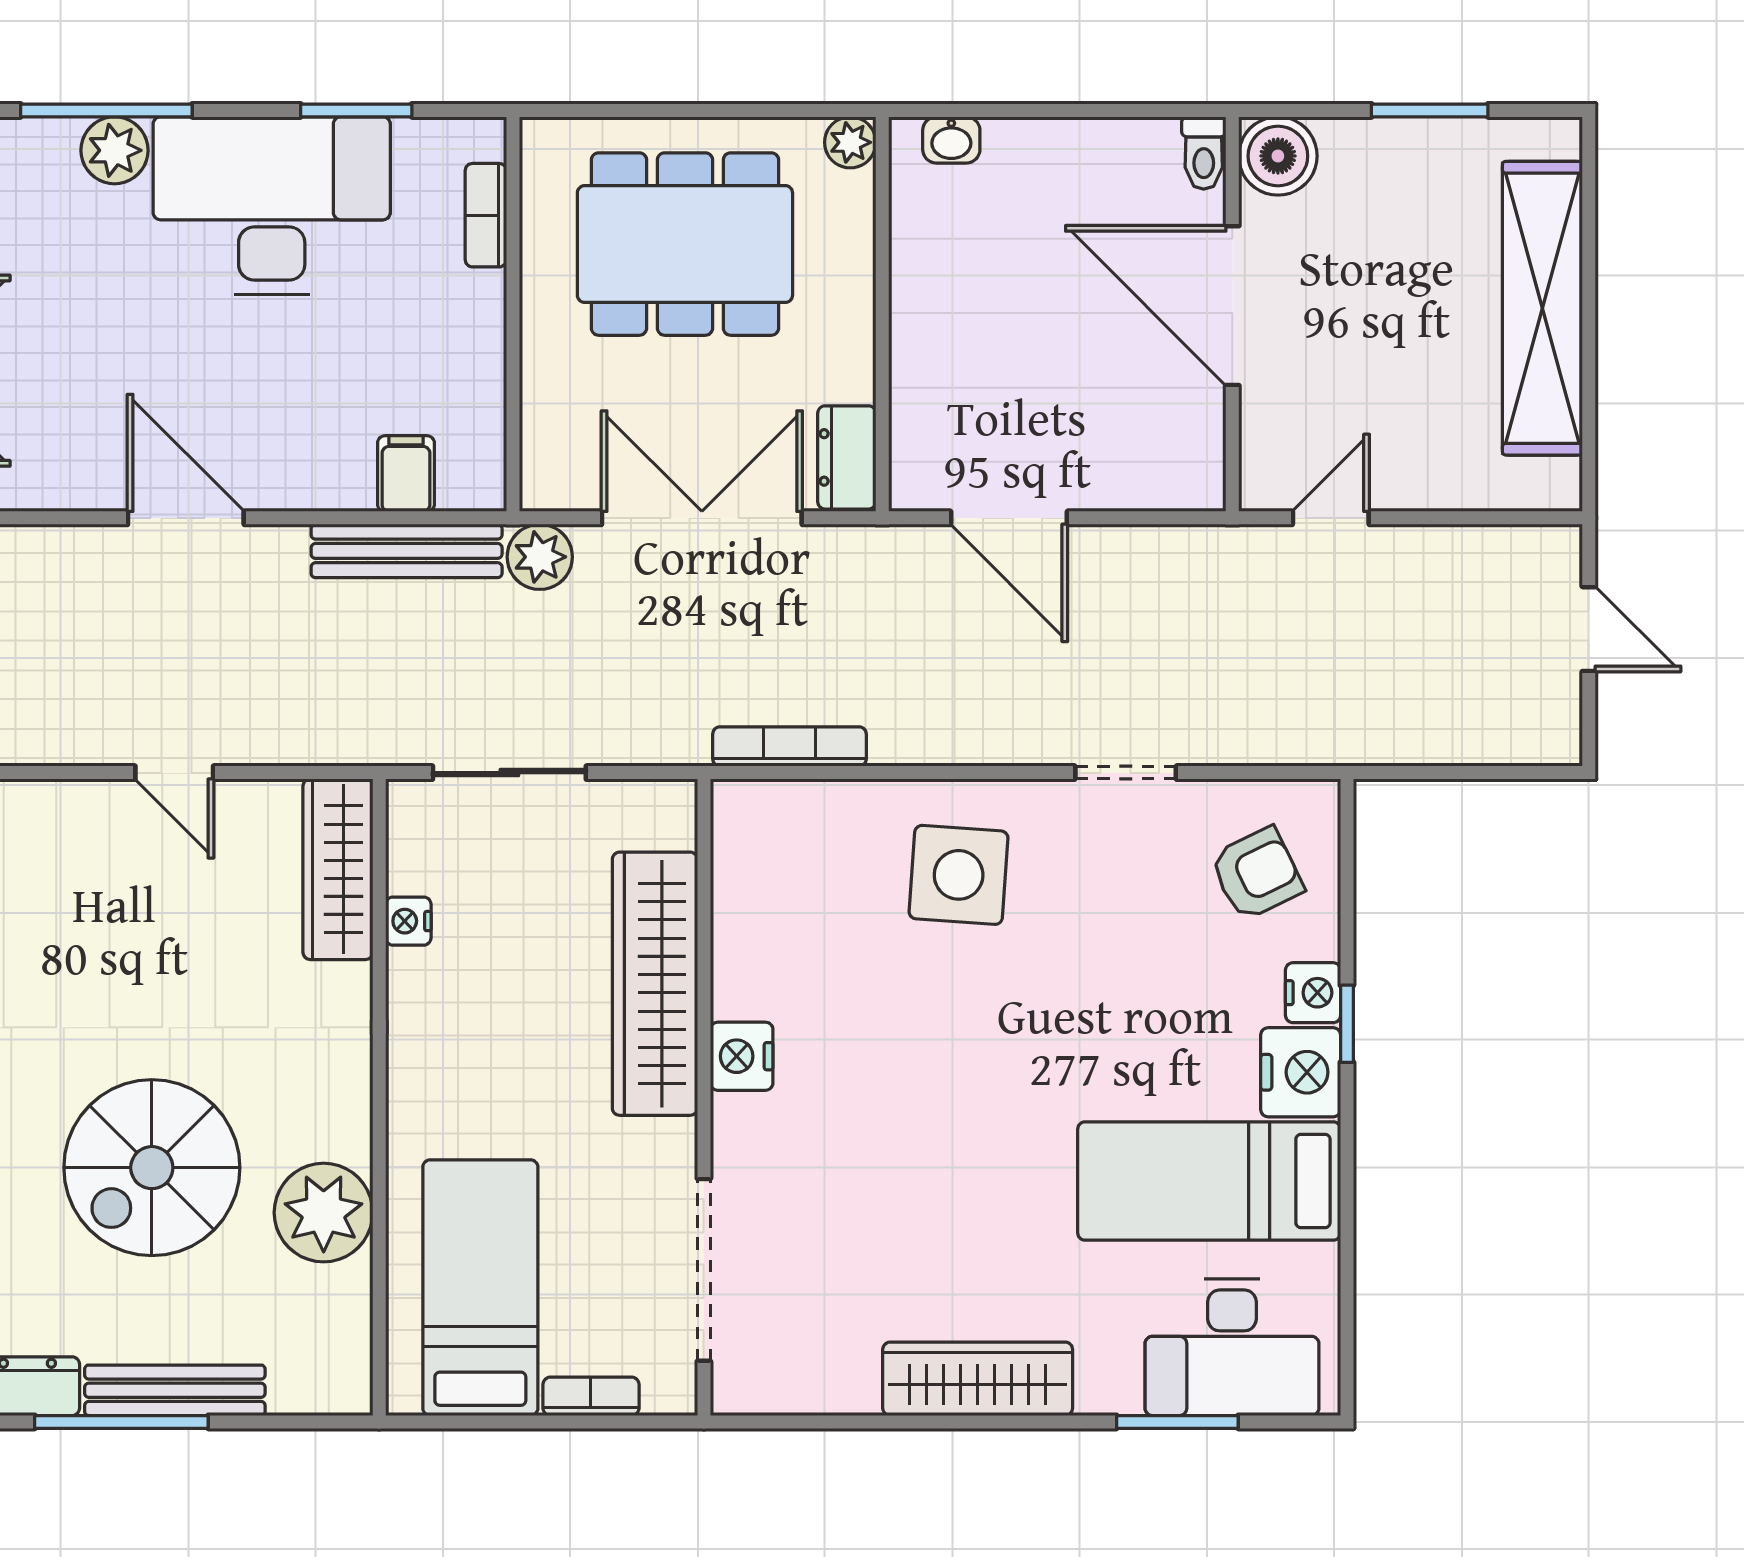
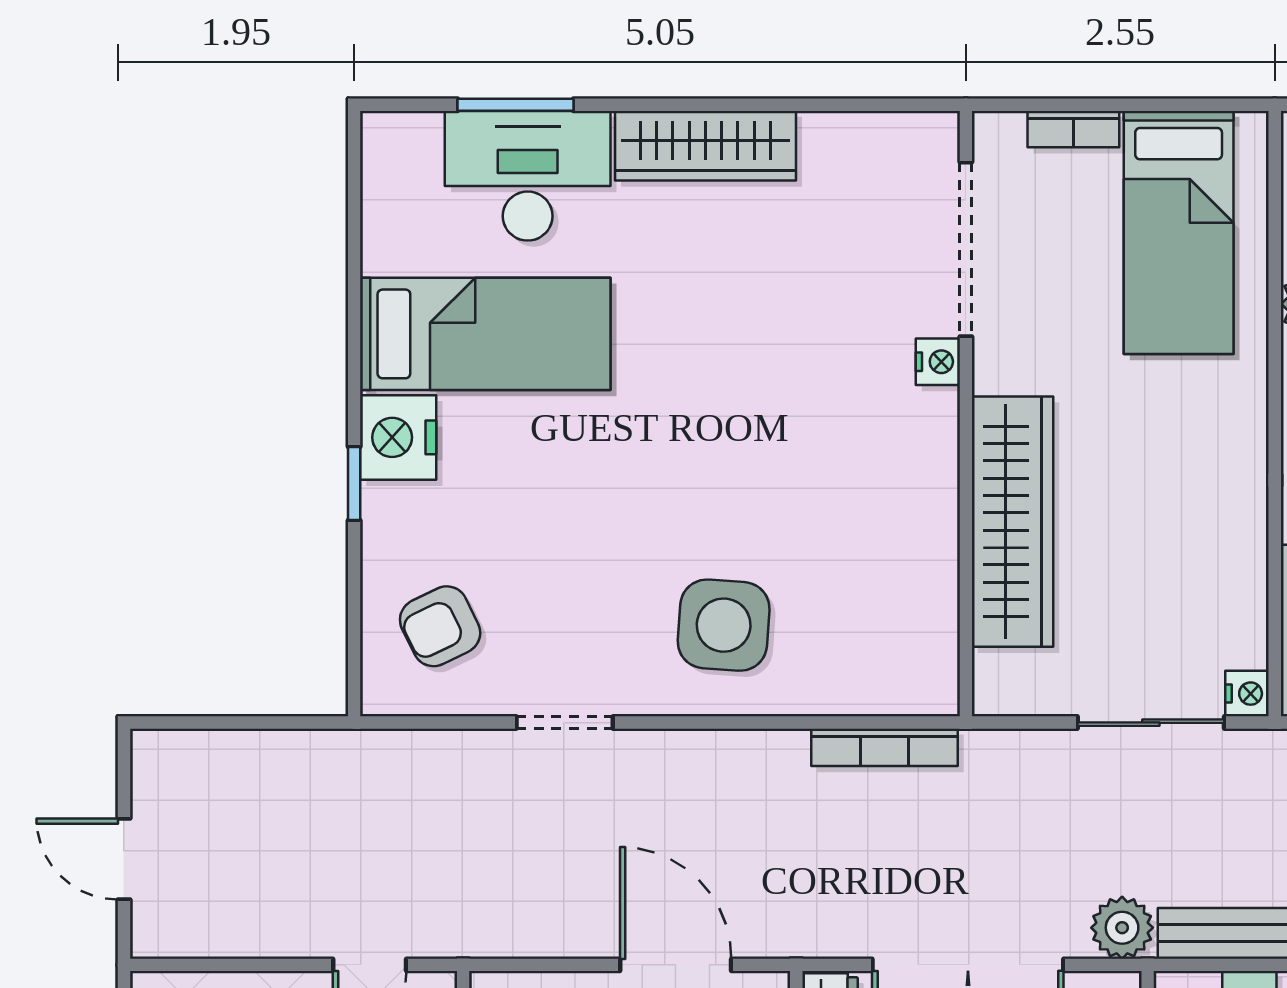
nightstand: (408, 921) -> (1247, 694), moved
nightstand: (1313, 993) -> (386, 513), removed
nightstand: (742, 1056) -> (938, 362), moved, width x0.72, depth x0.74
desk: (1232, 1347) -> (528, 176), moved

